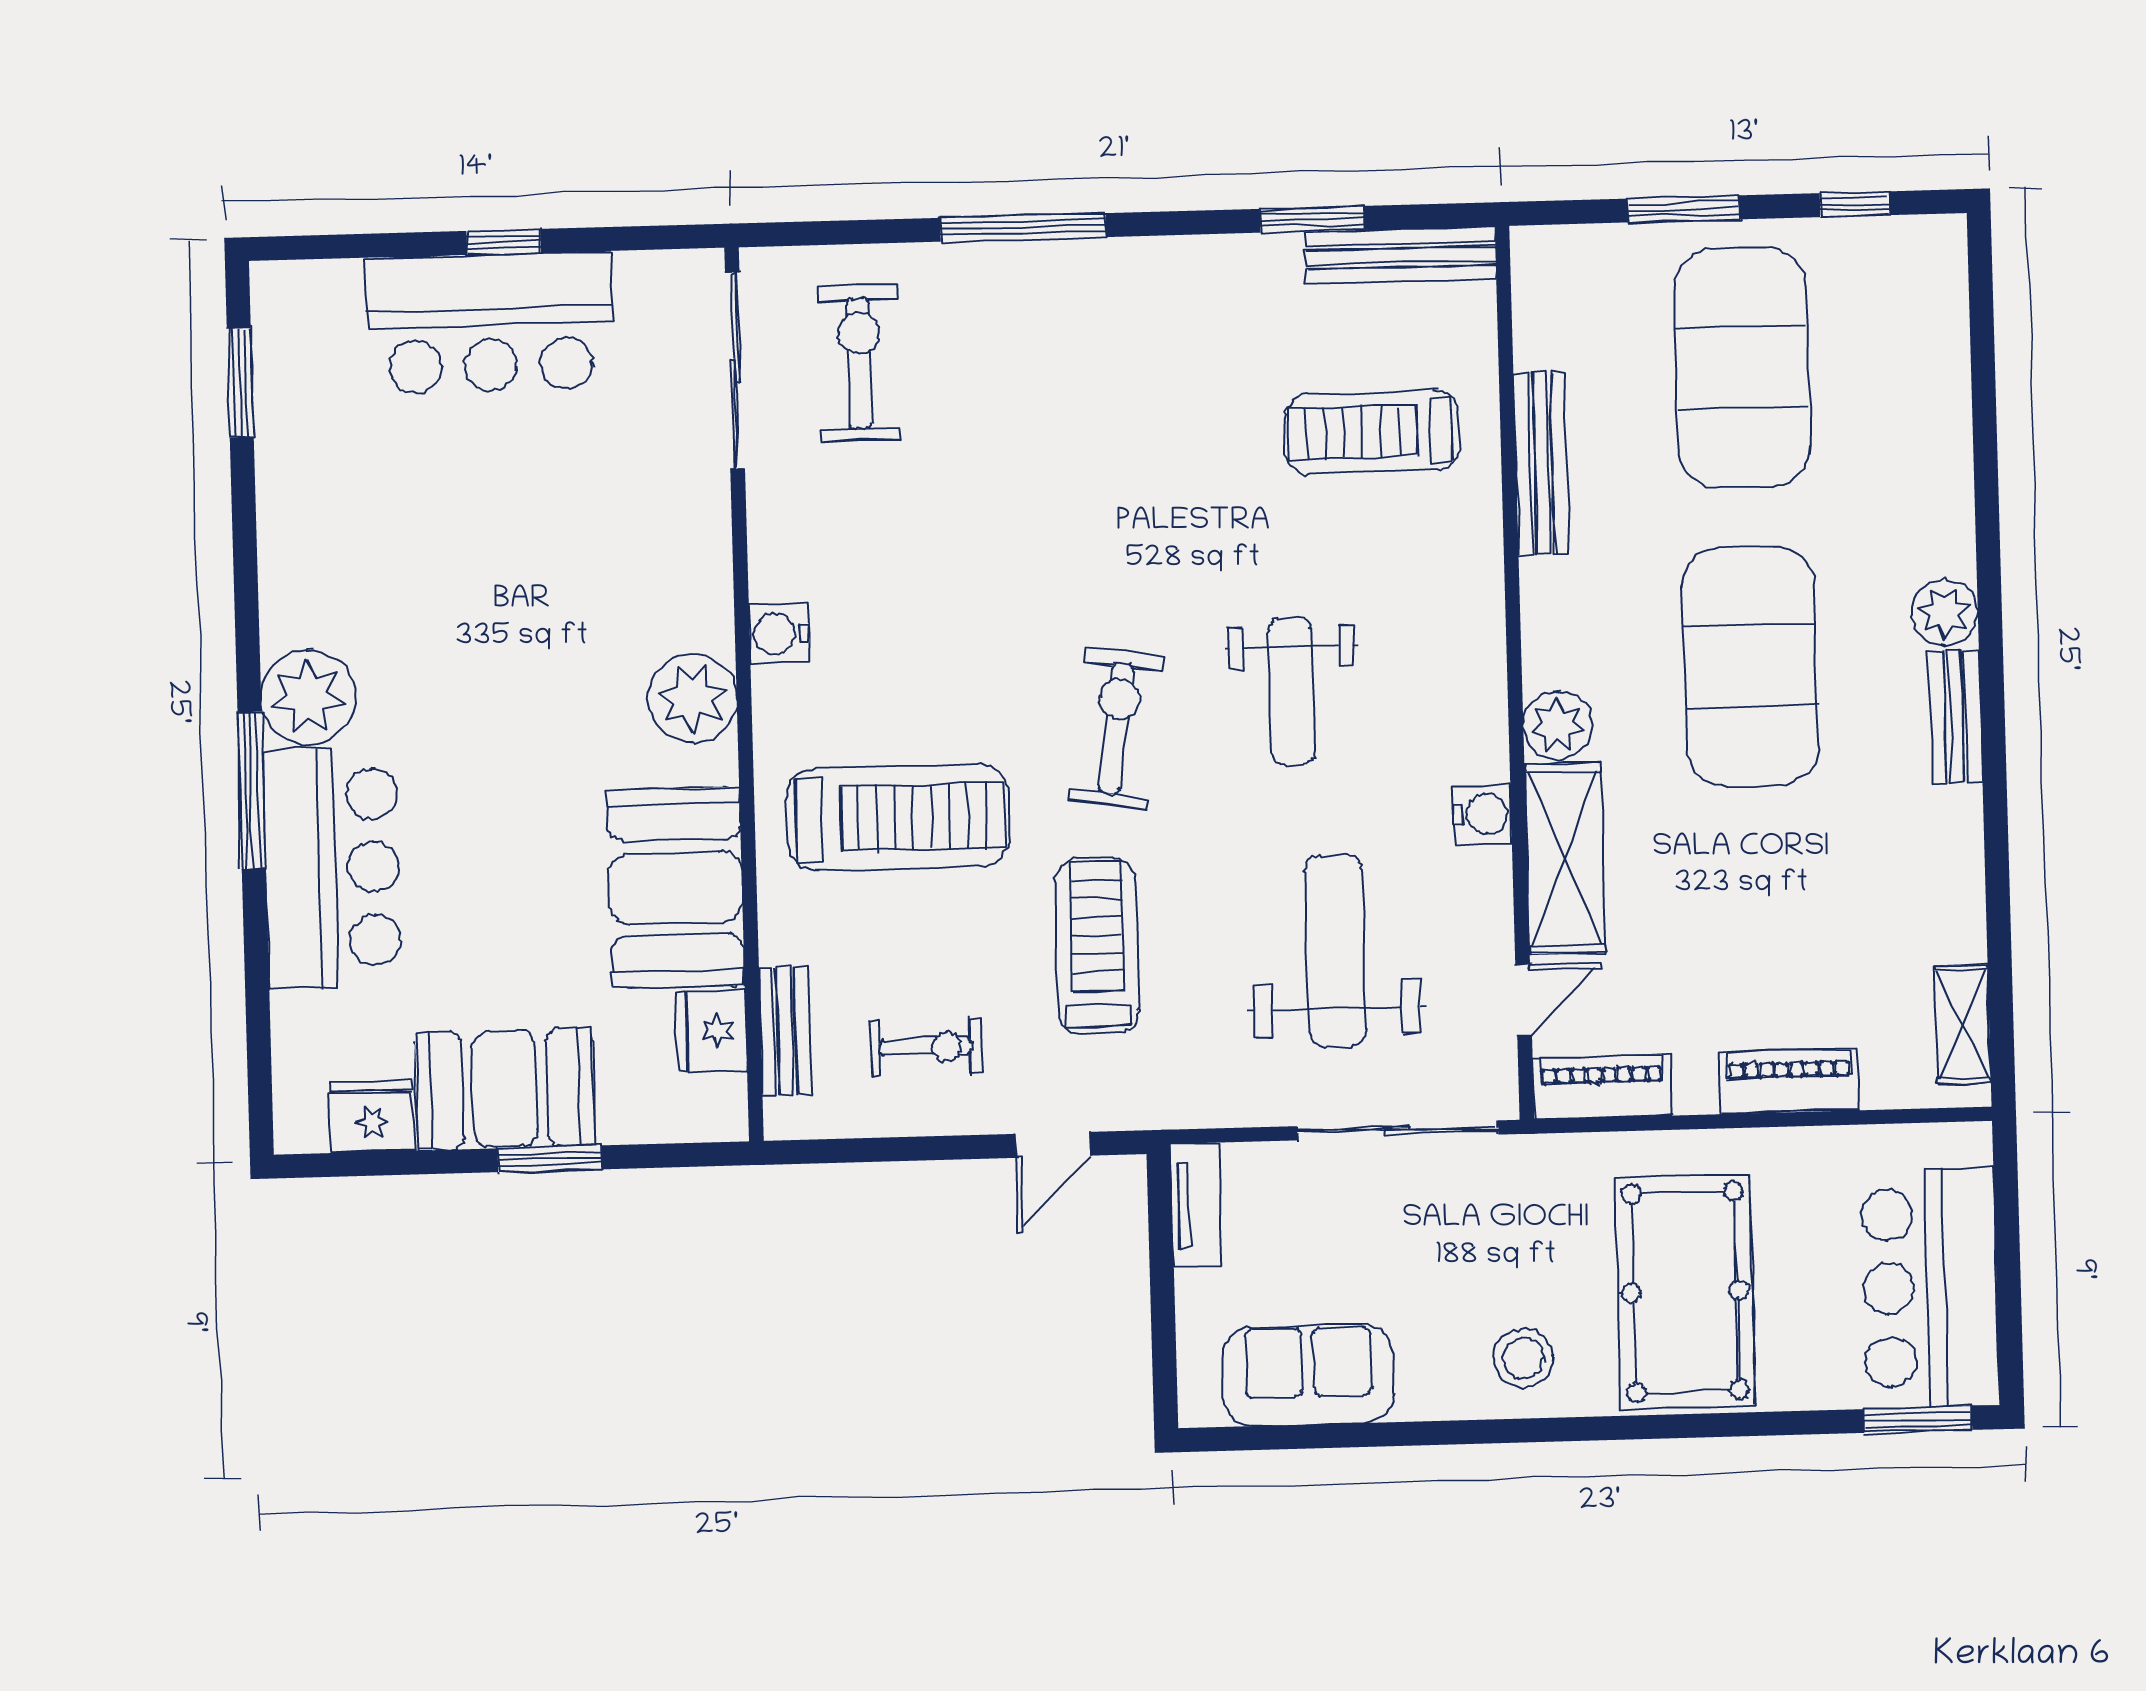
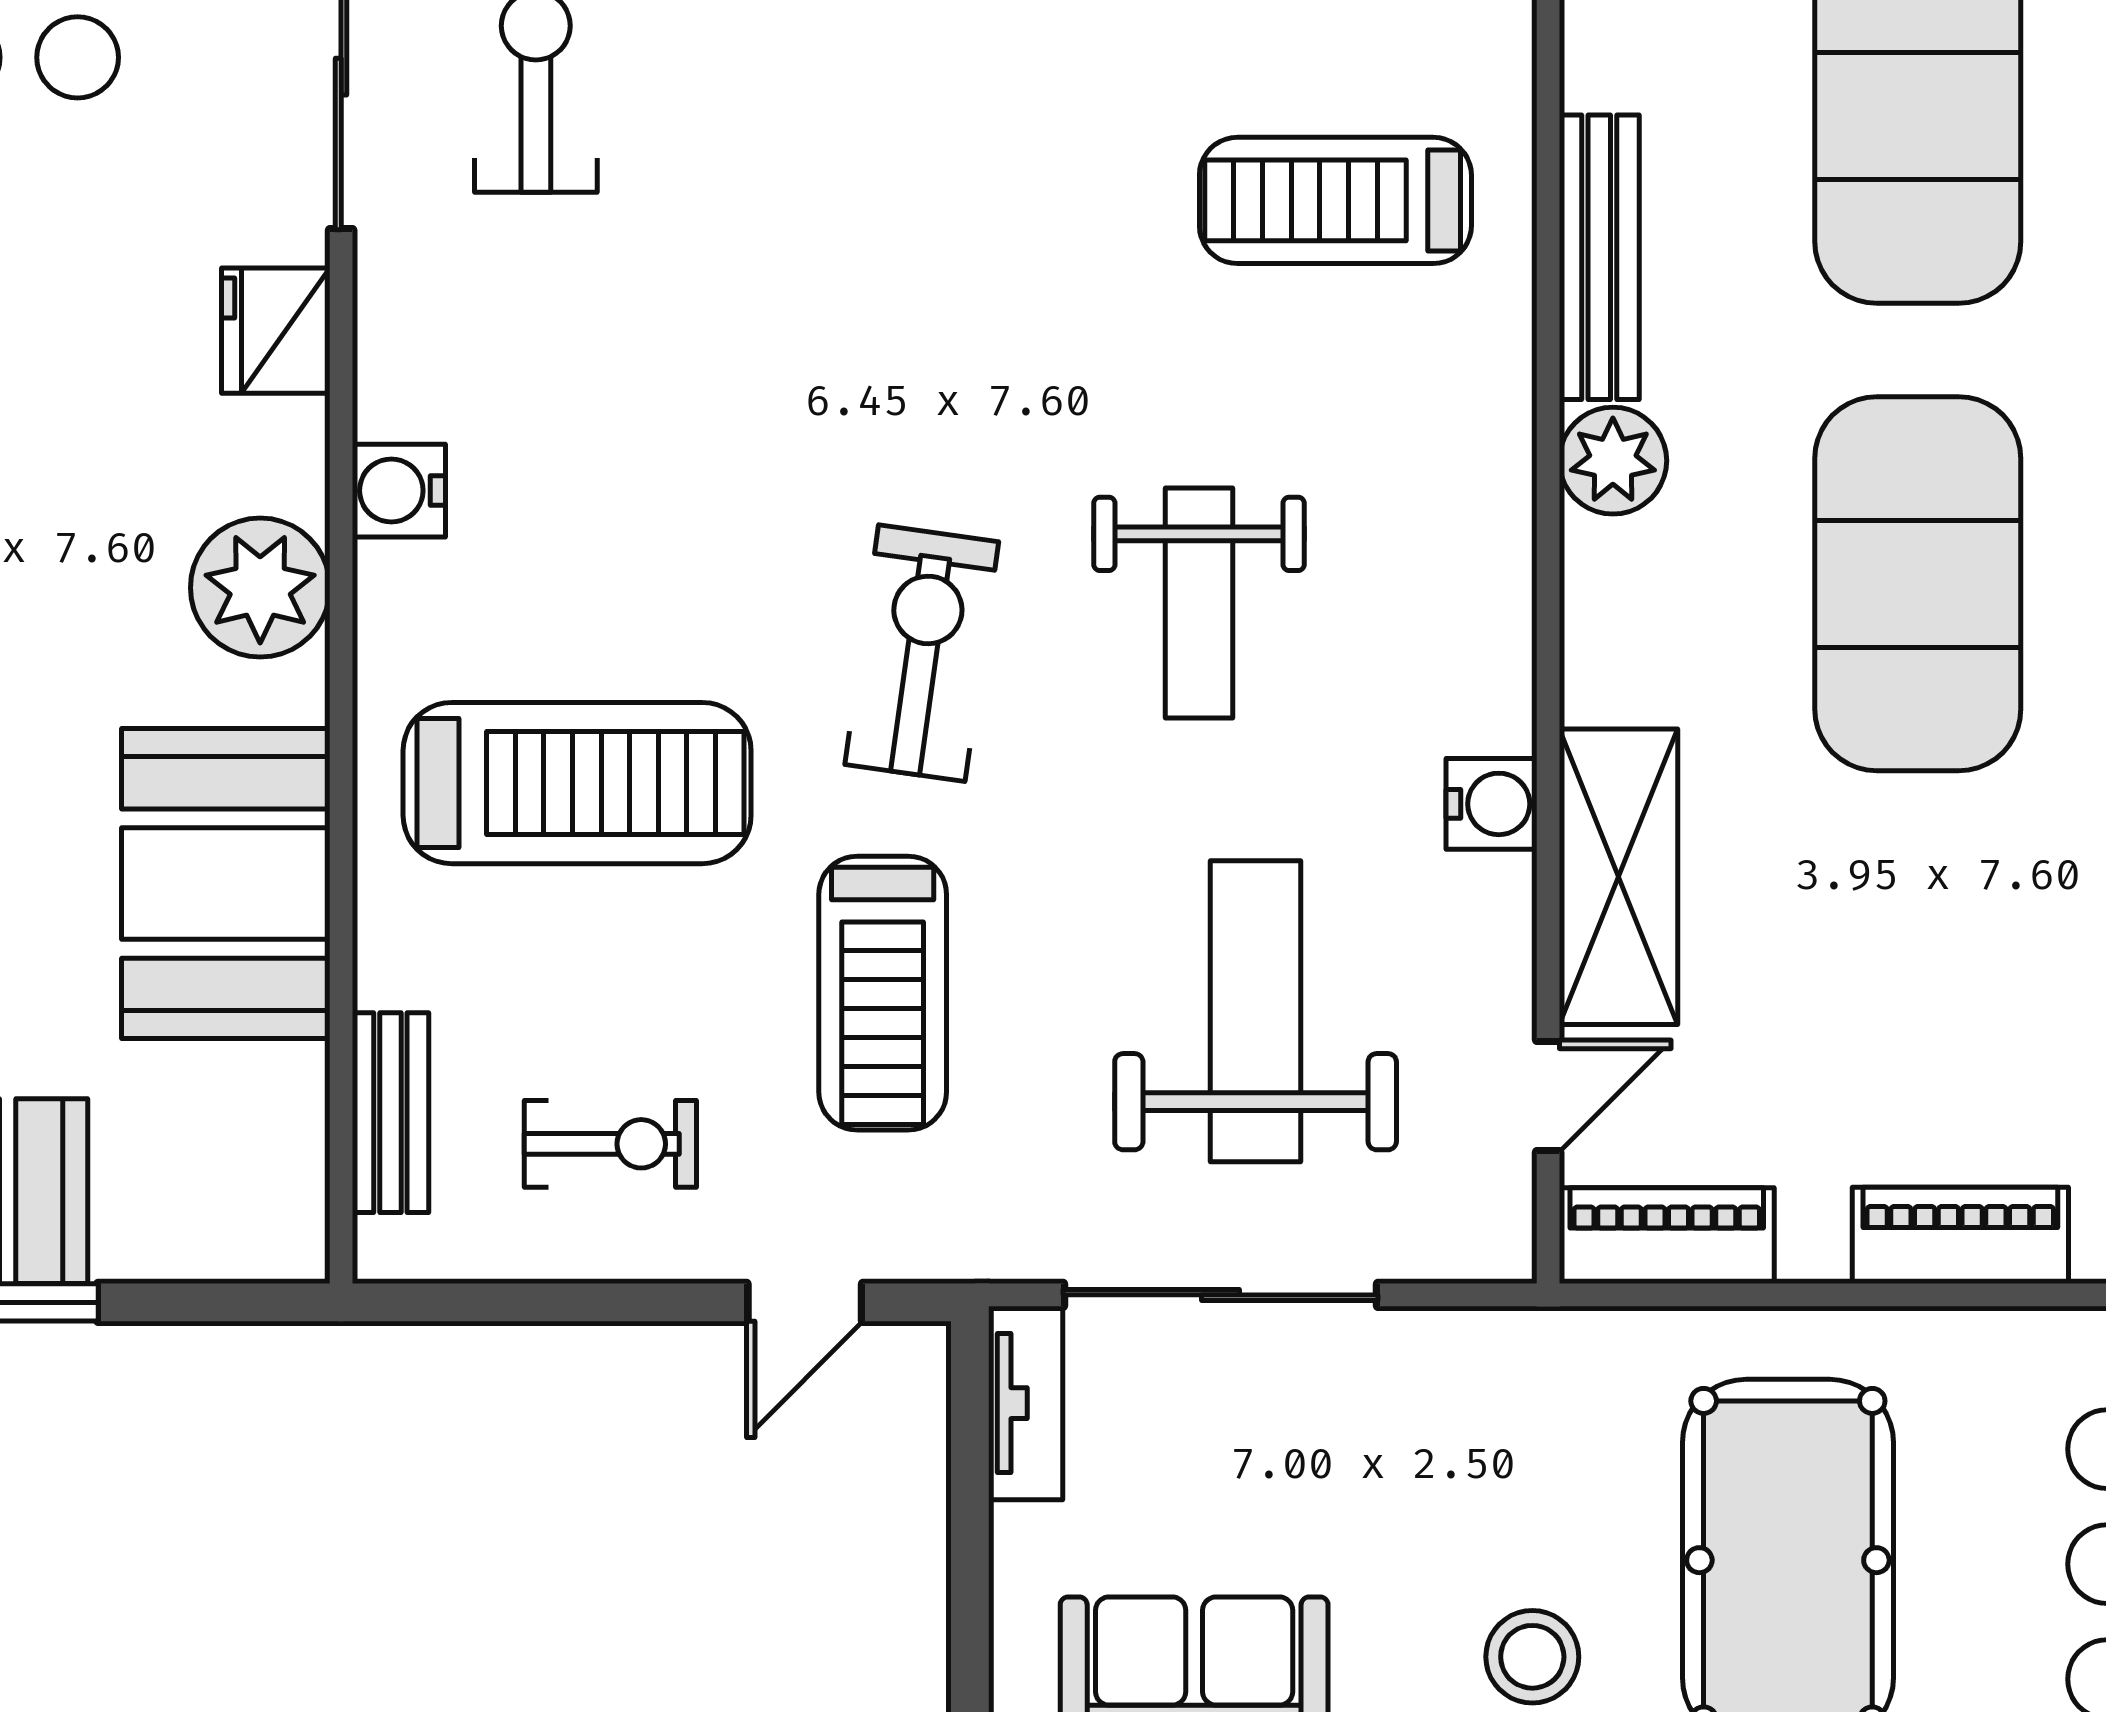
plant: (1557, 725) -> (1613, 461), moved
treadmill: (1097, 946) -> (883, 993), turned 180
fridge: (712, 1031) -> (276, 331), moved
sliding door: (1398, 1130) -> (1220, 1295), moved

